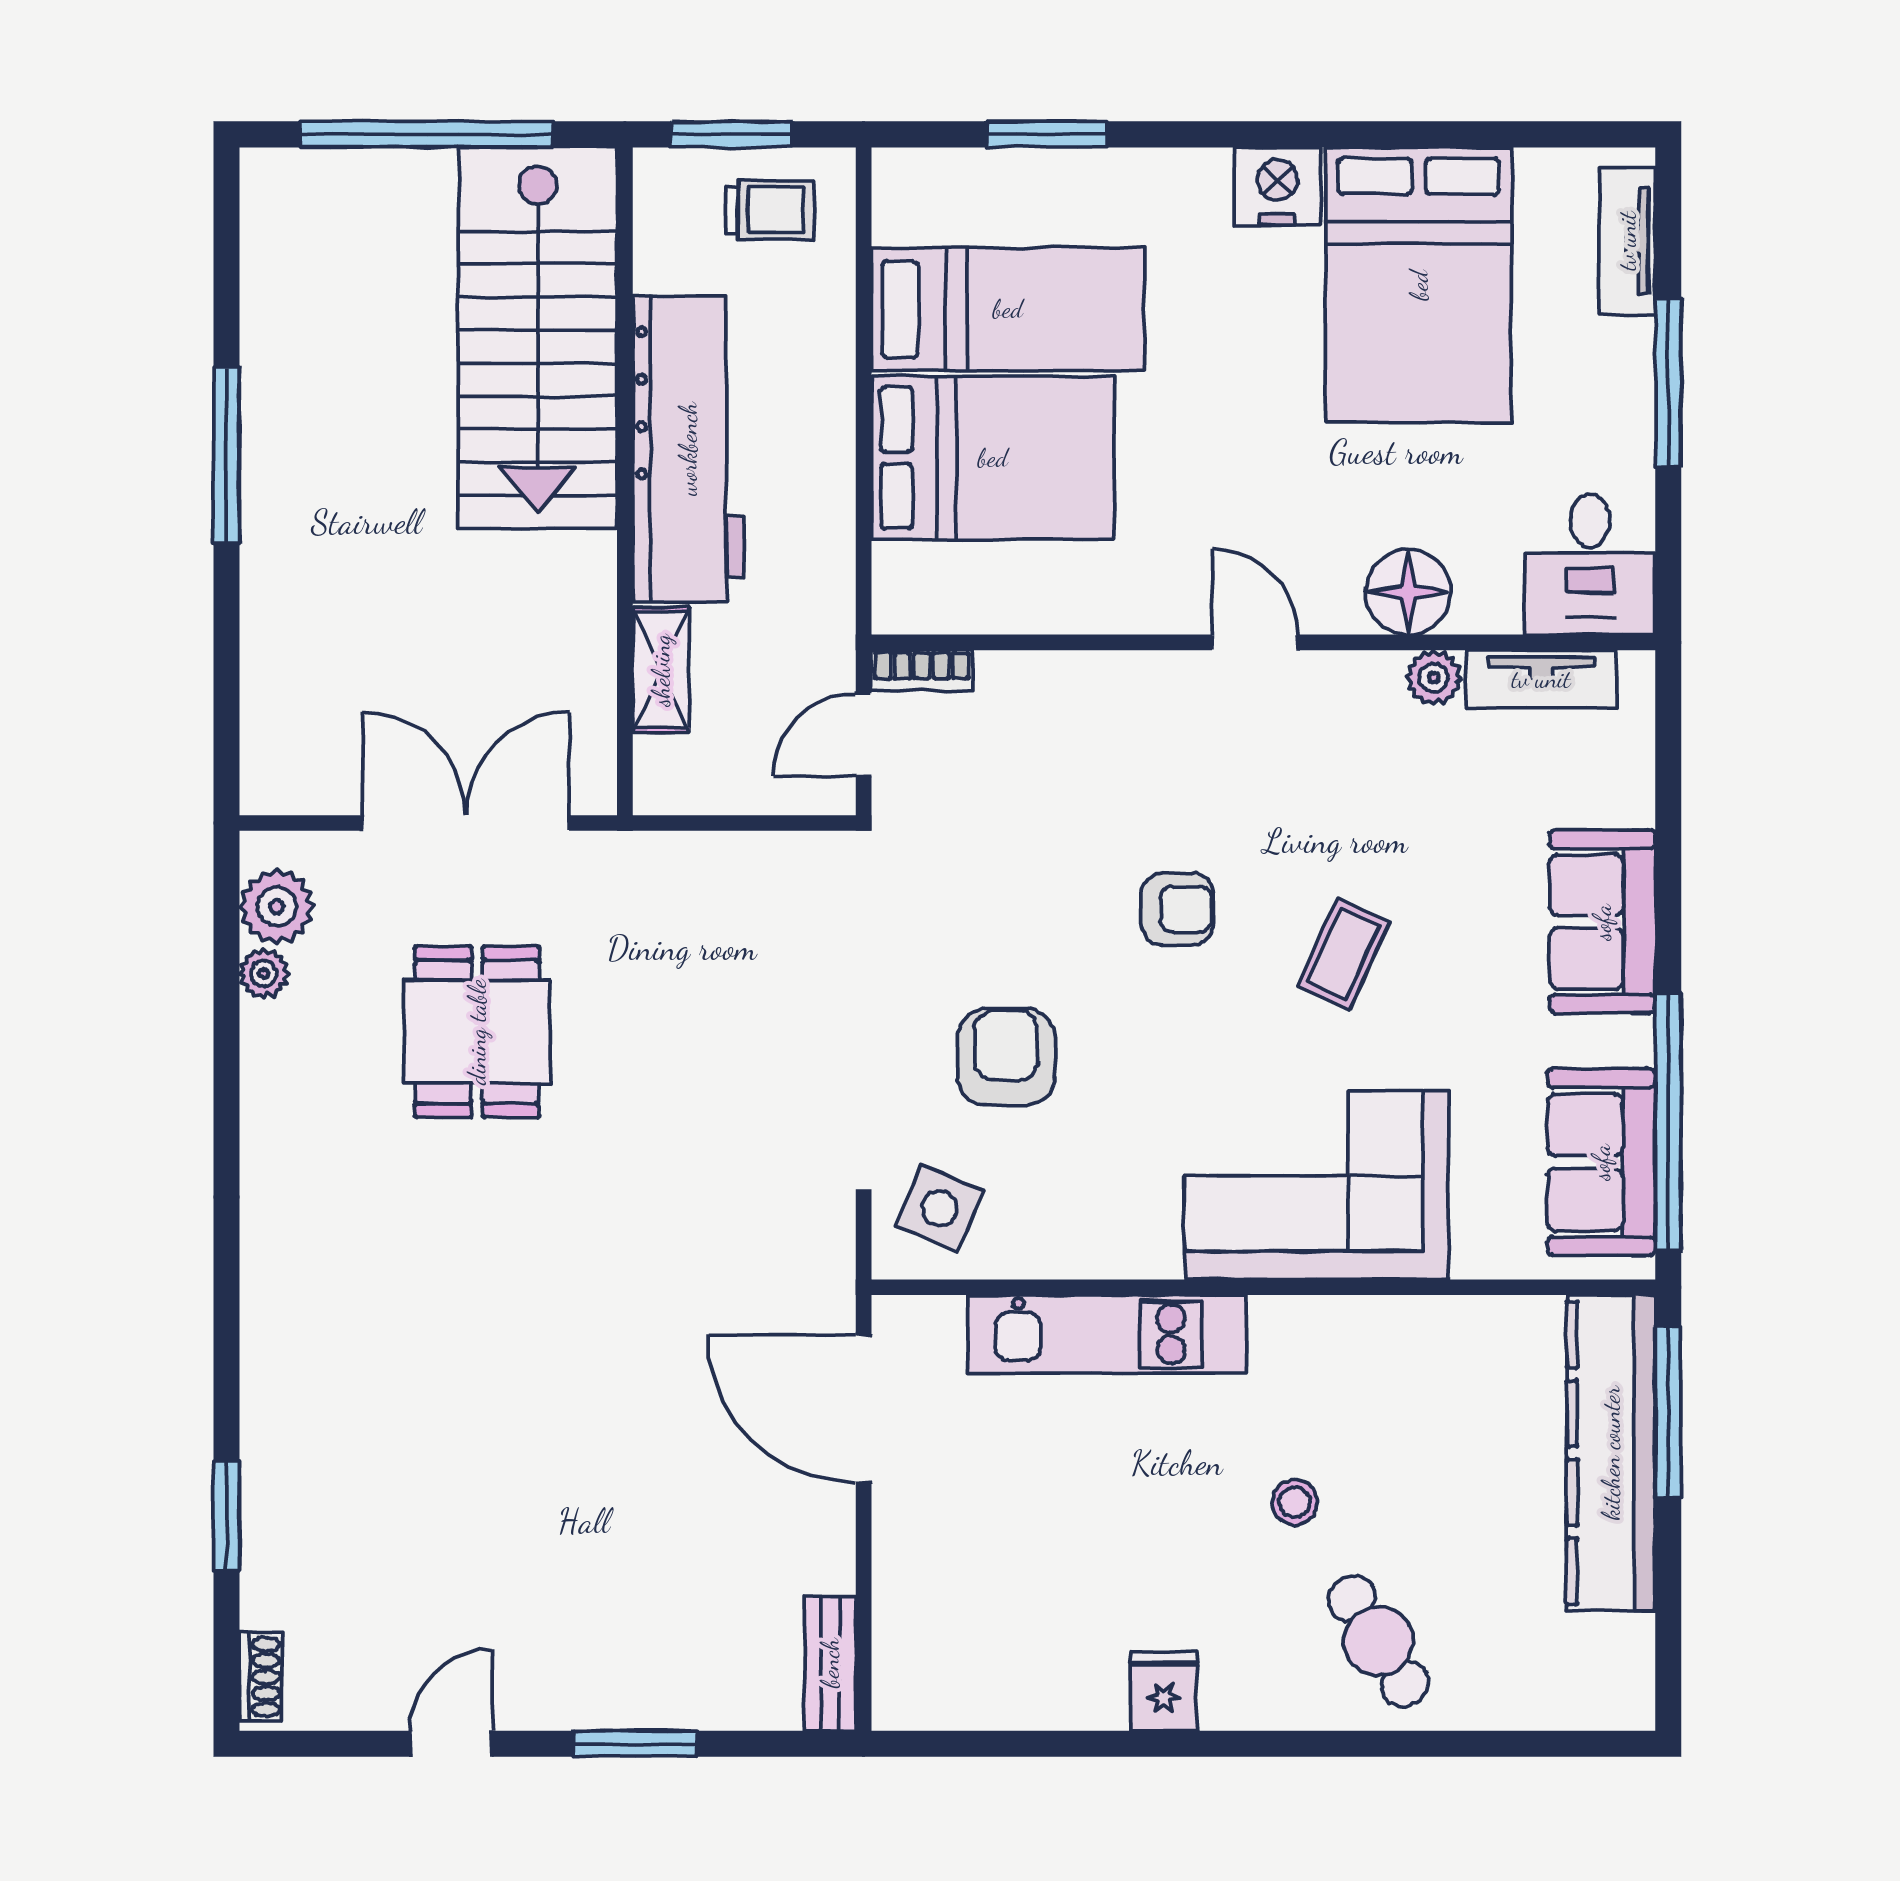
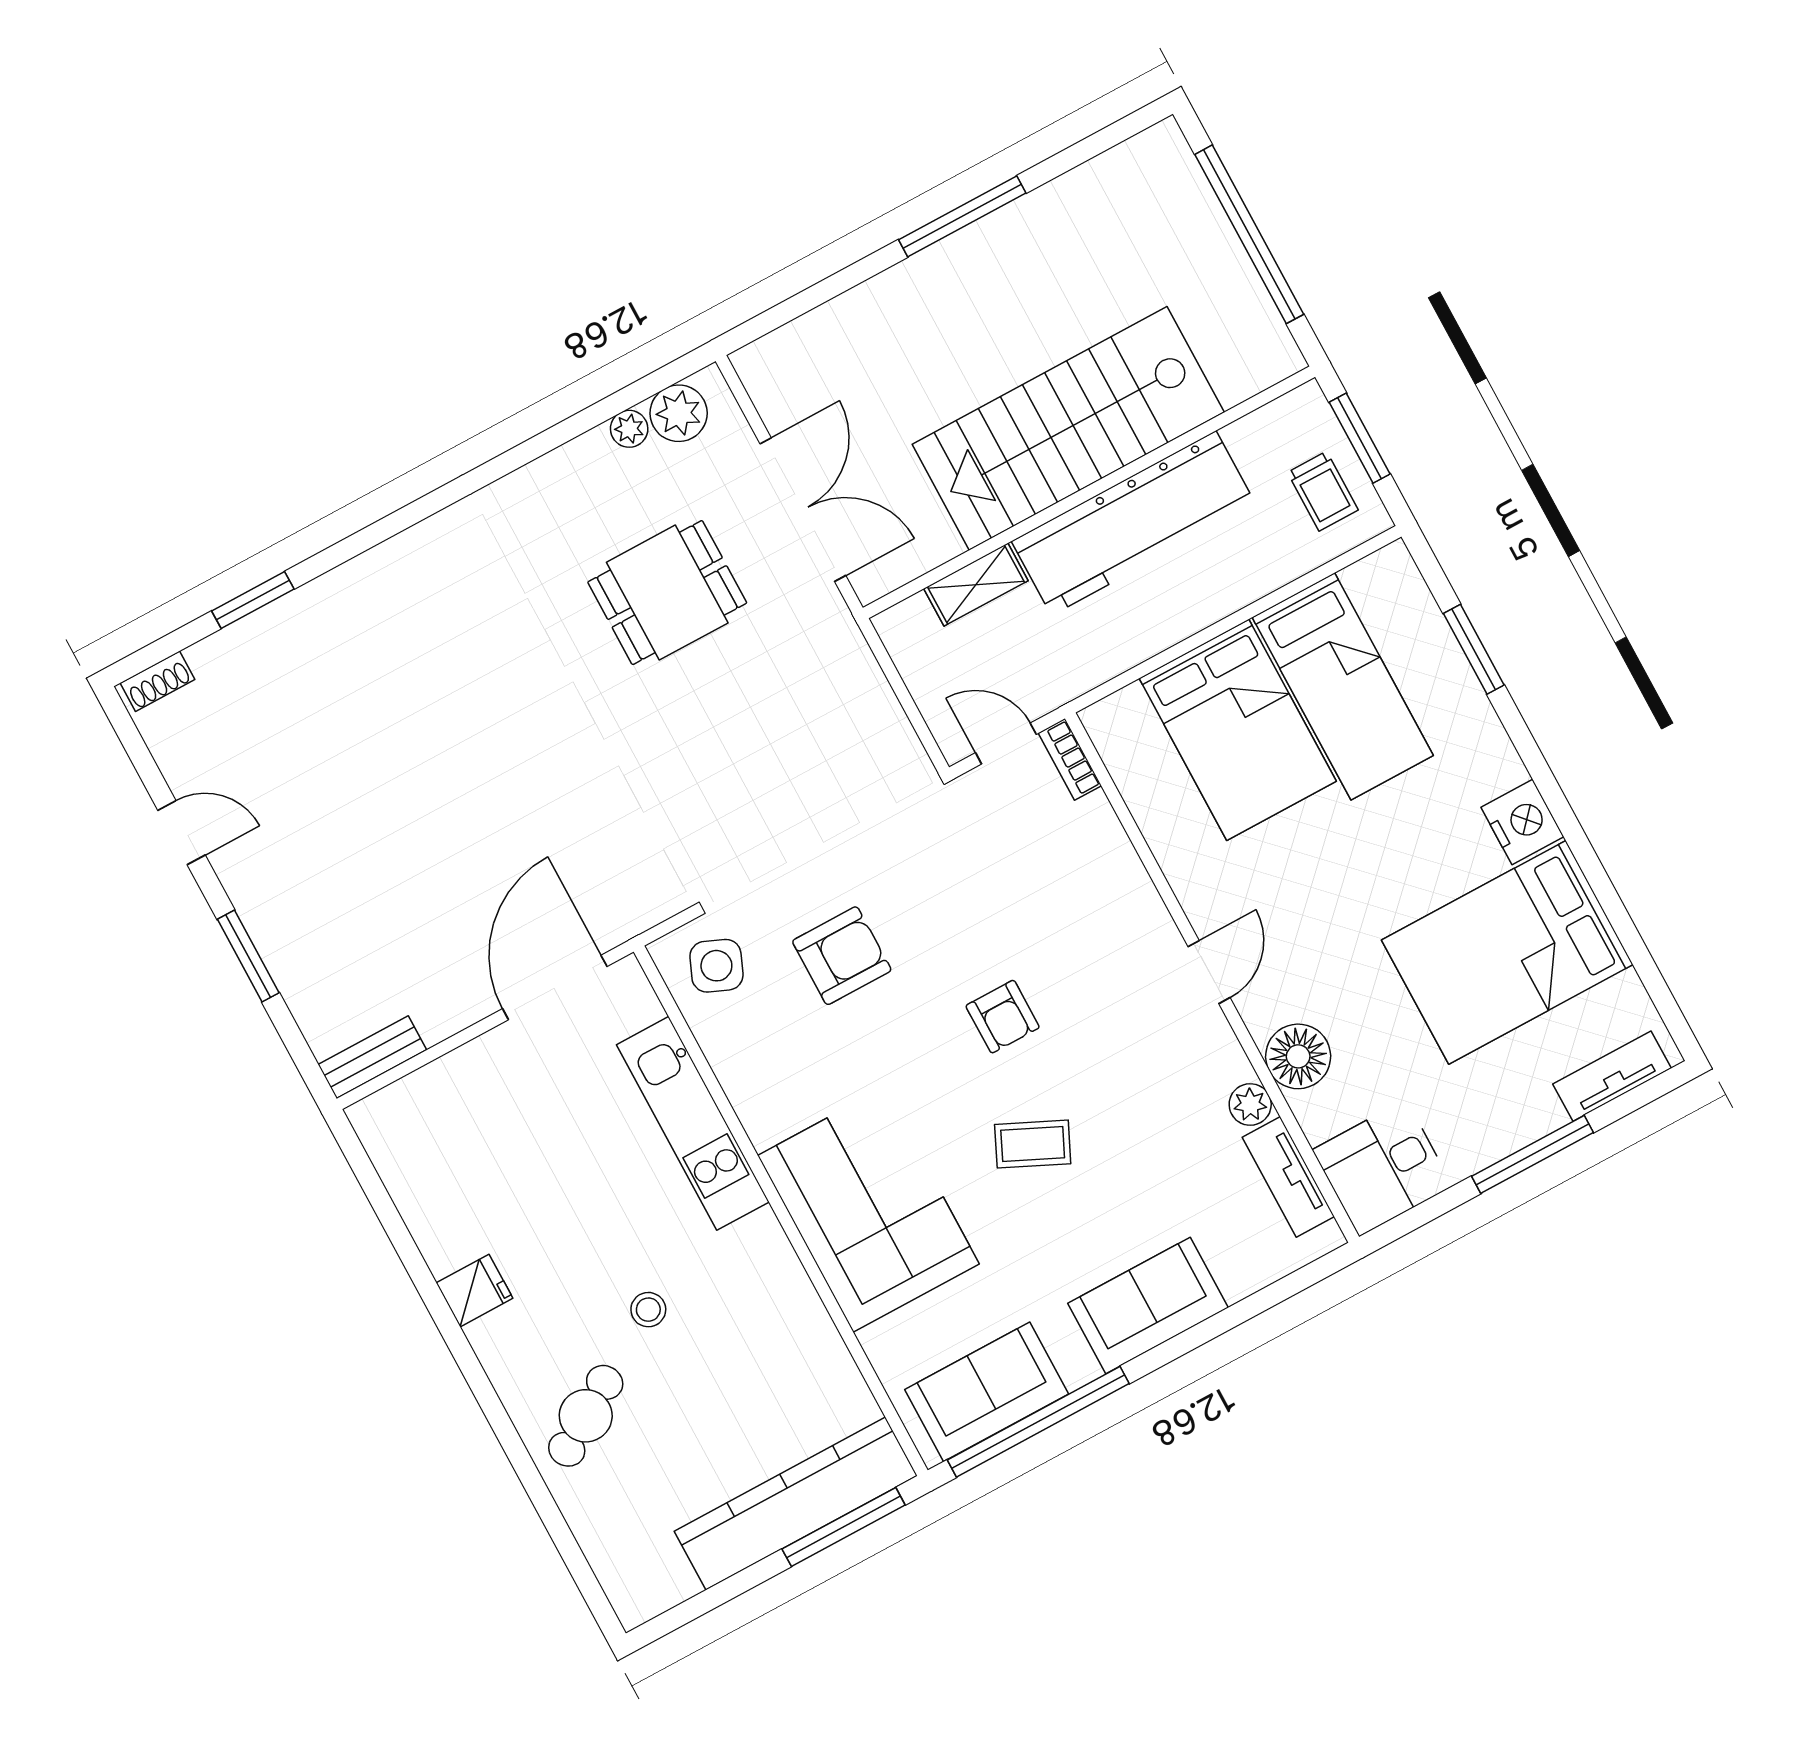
stairs: (538, 338) -> (1068, 428), moved

